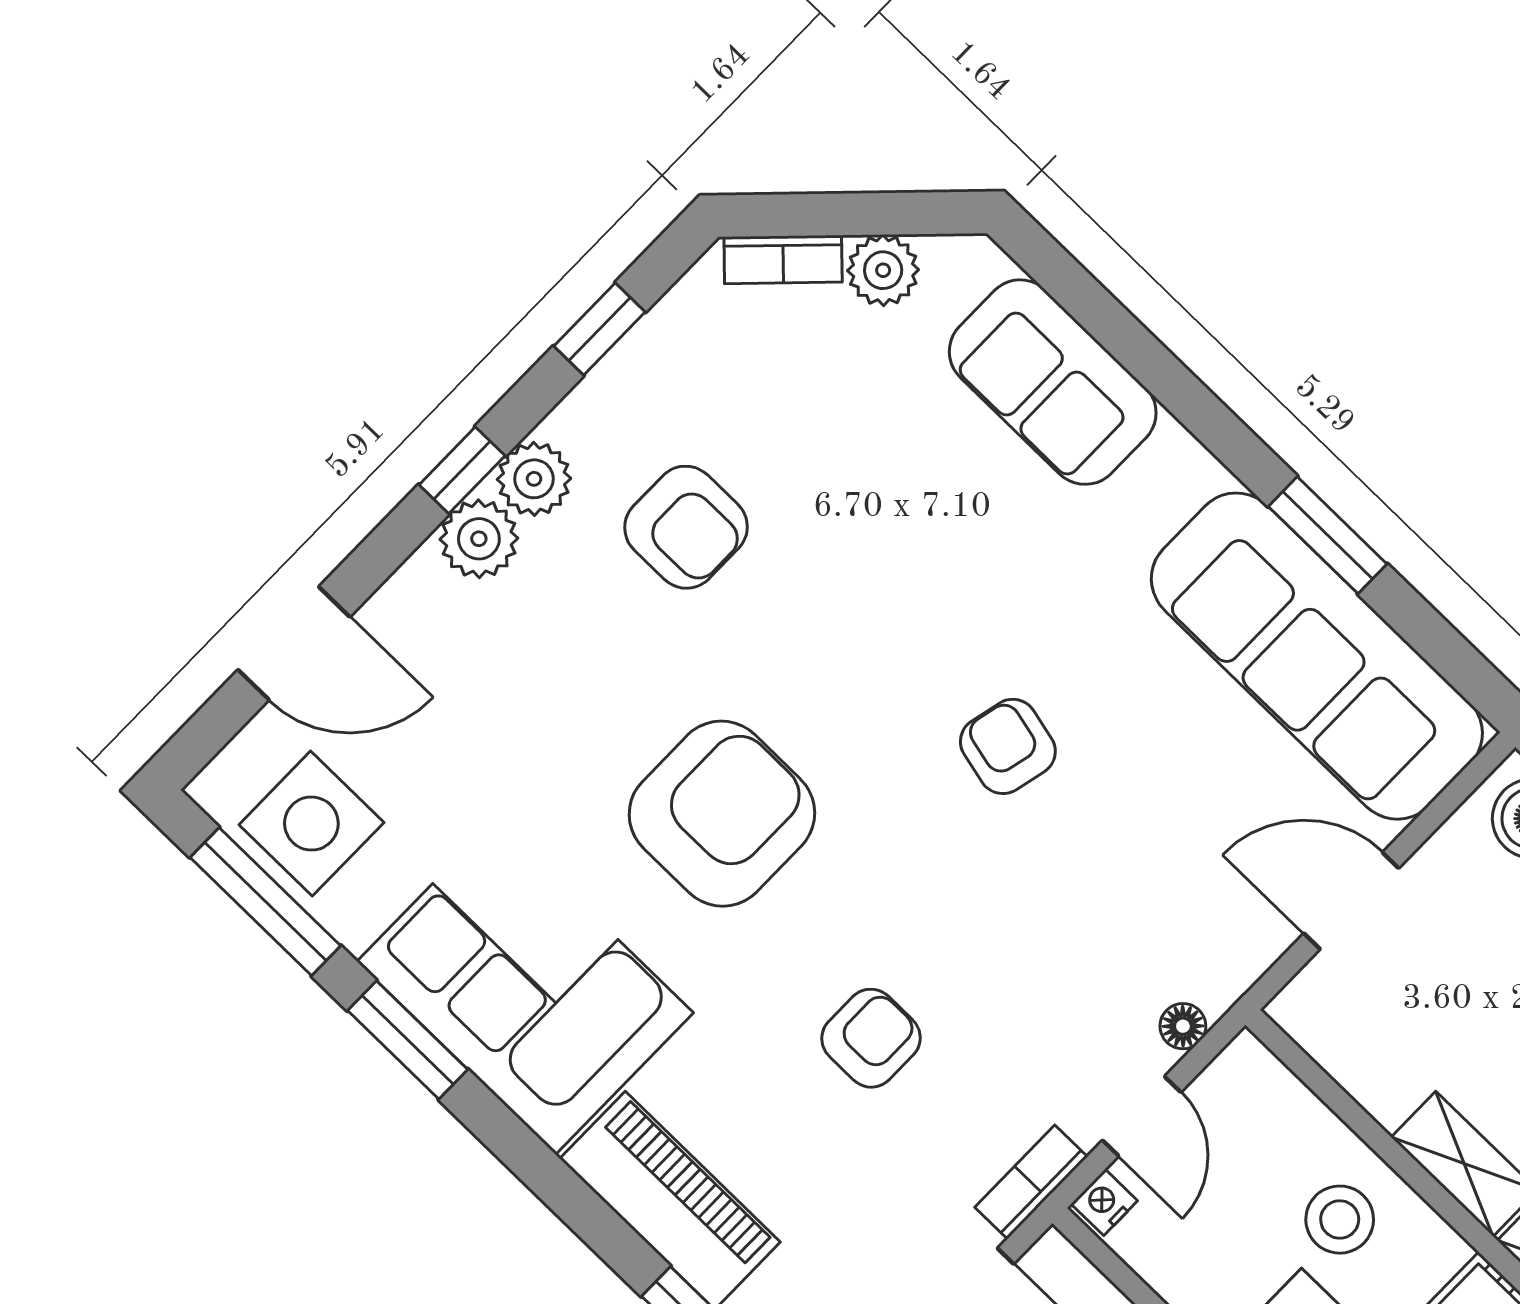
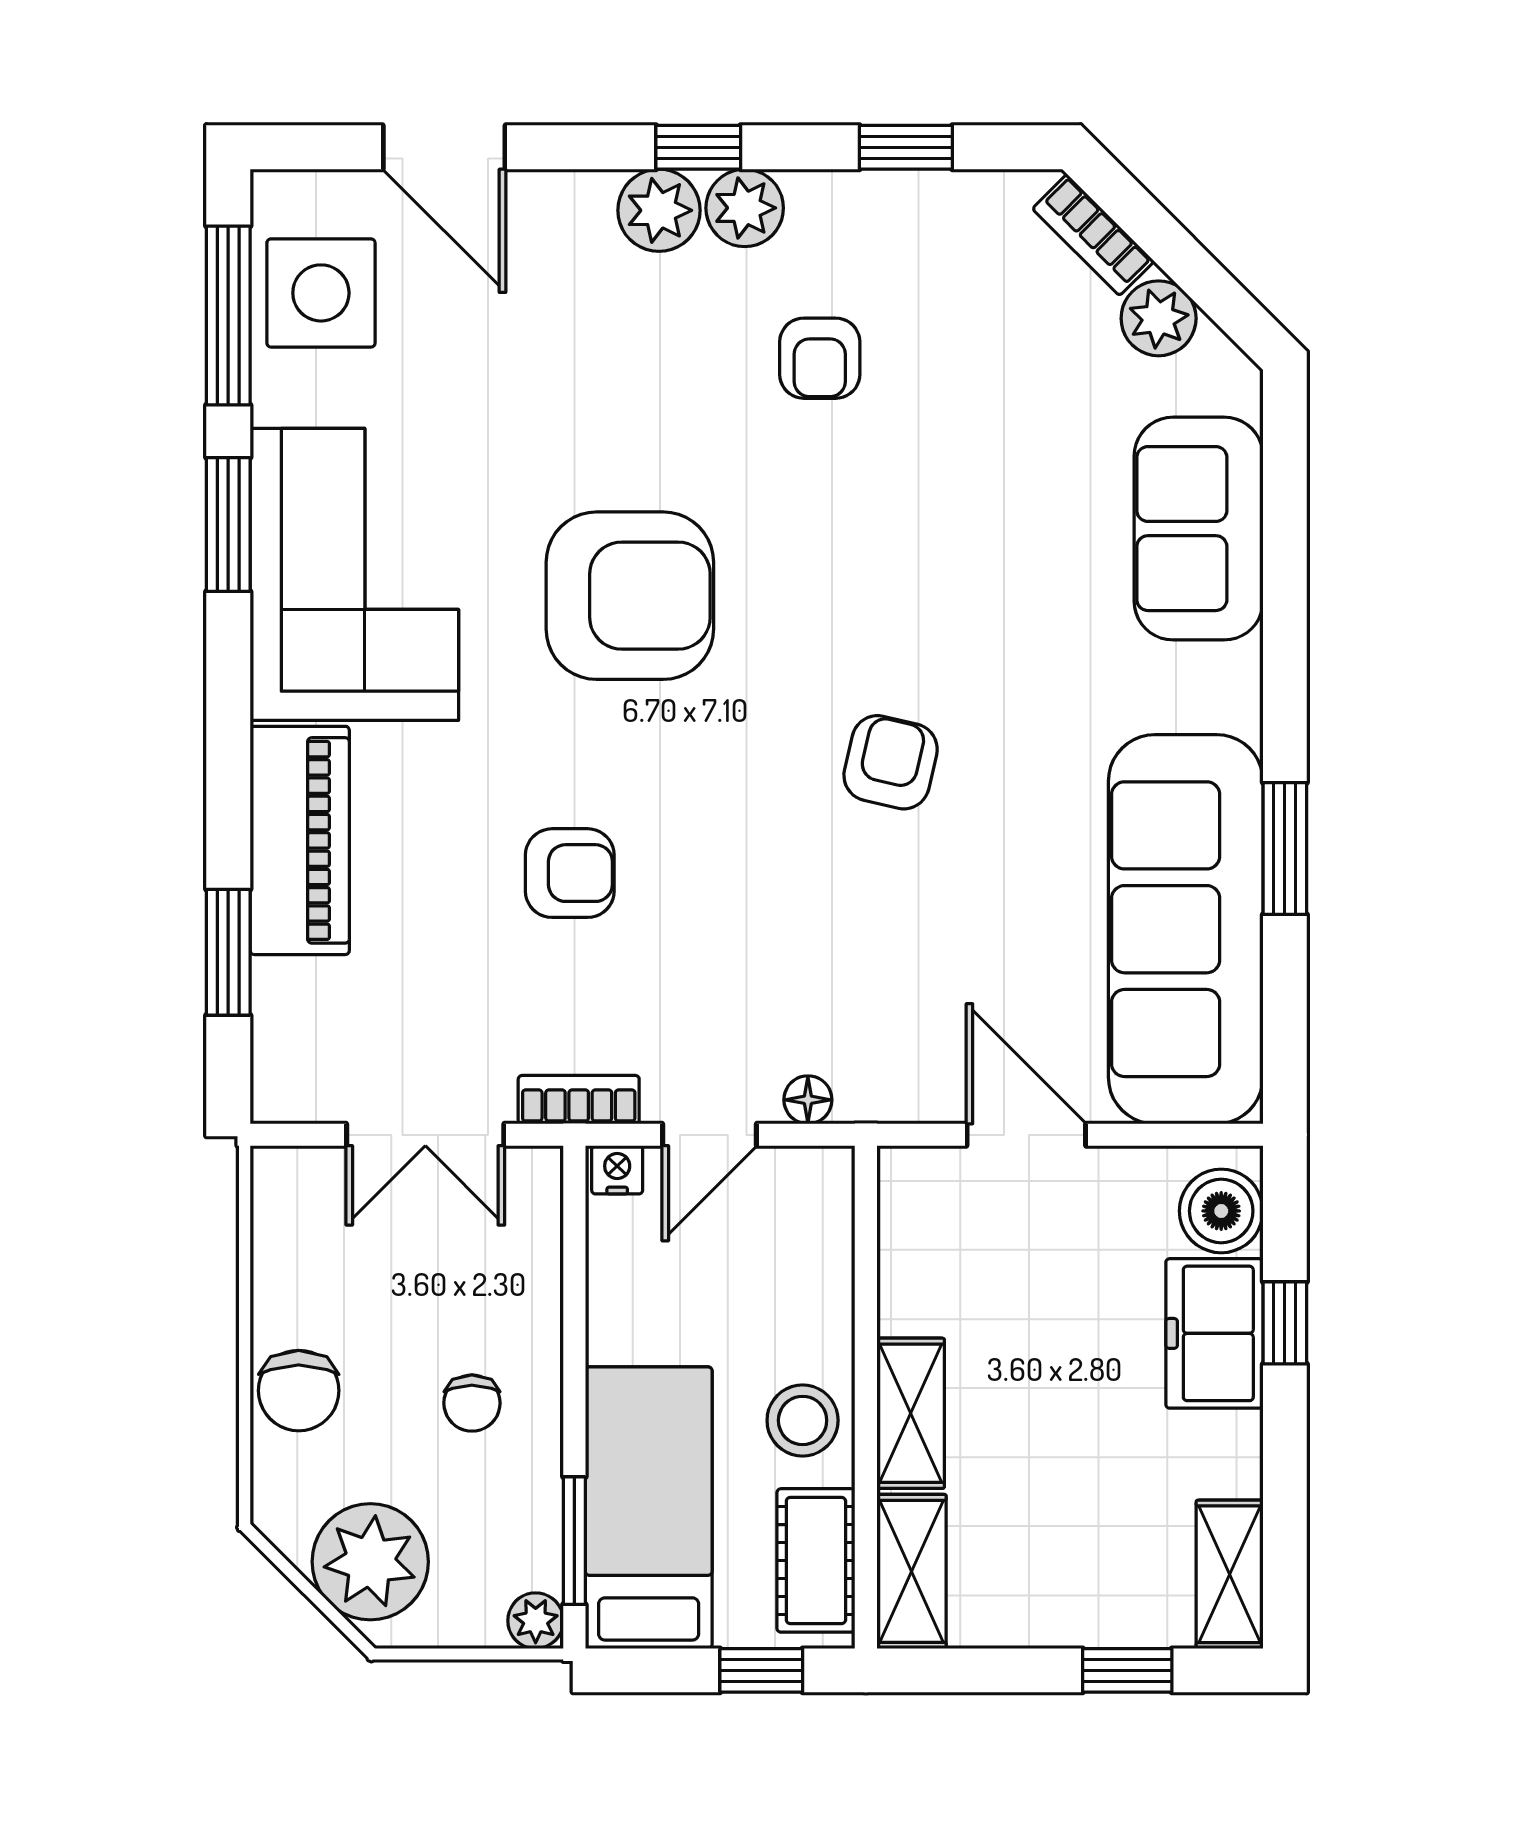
armchair: (686, 527) -> (820, 358), width x0.72, depth x0.72
stool: (1340, 1220) -> (803, 1420), moved

